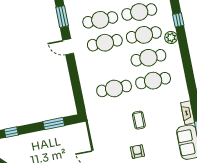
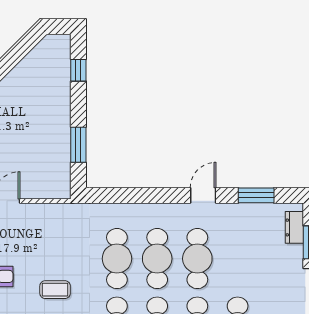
cafe table: (100, 20) -> (157, 259), moved

